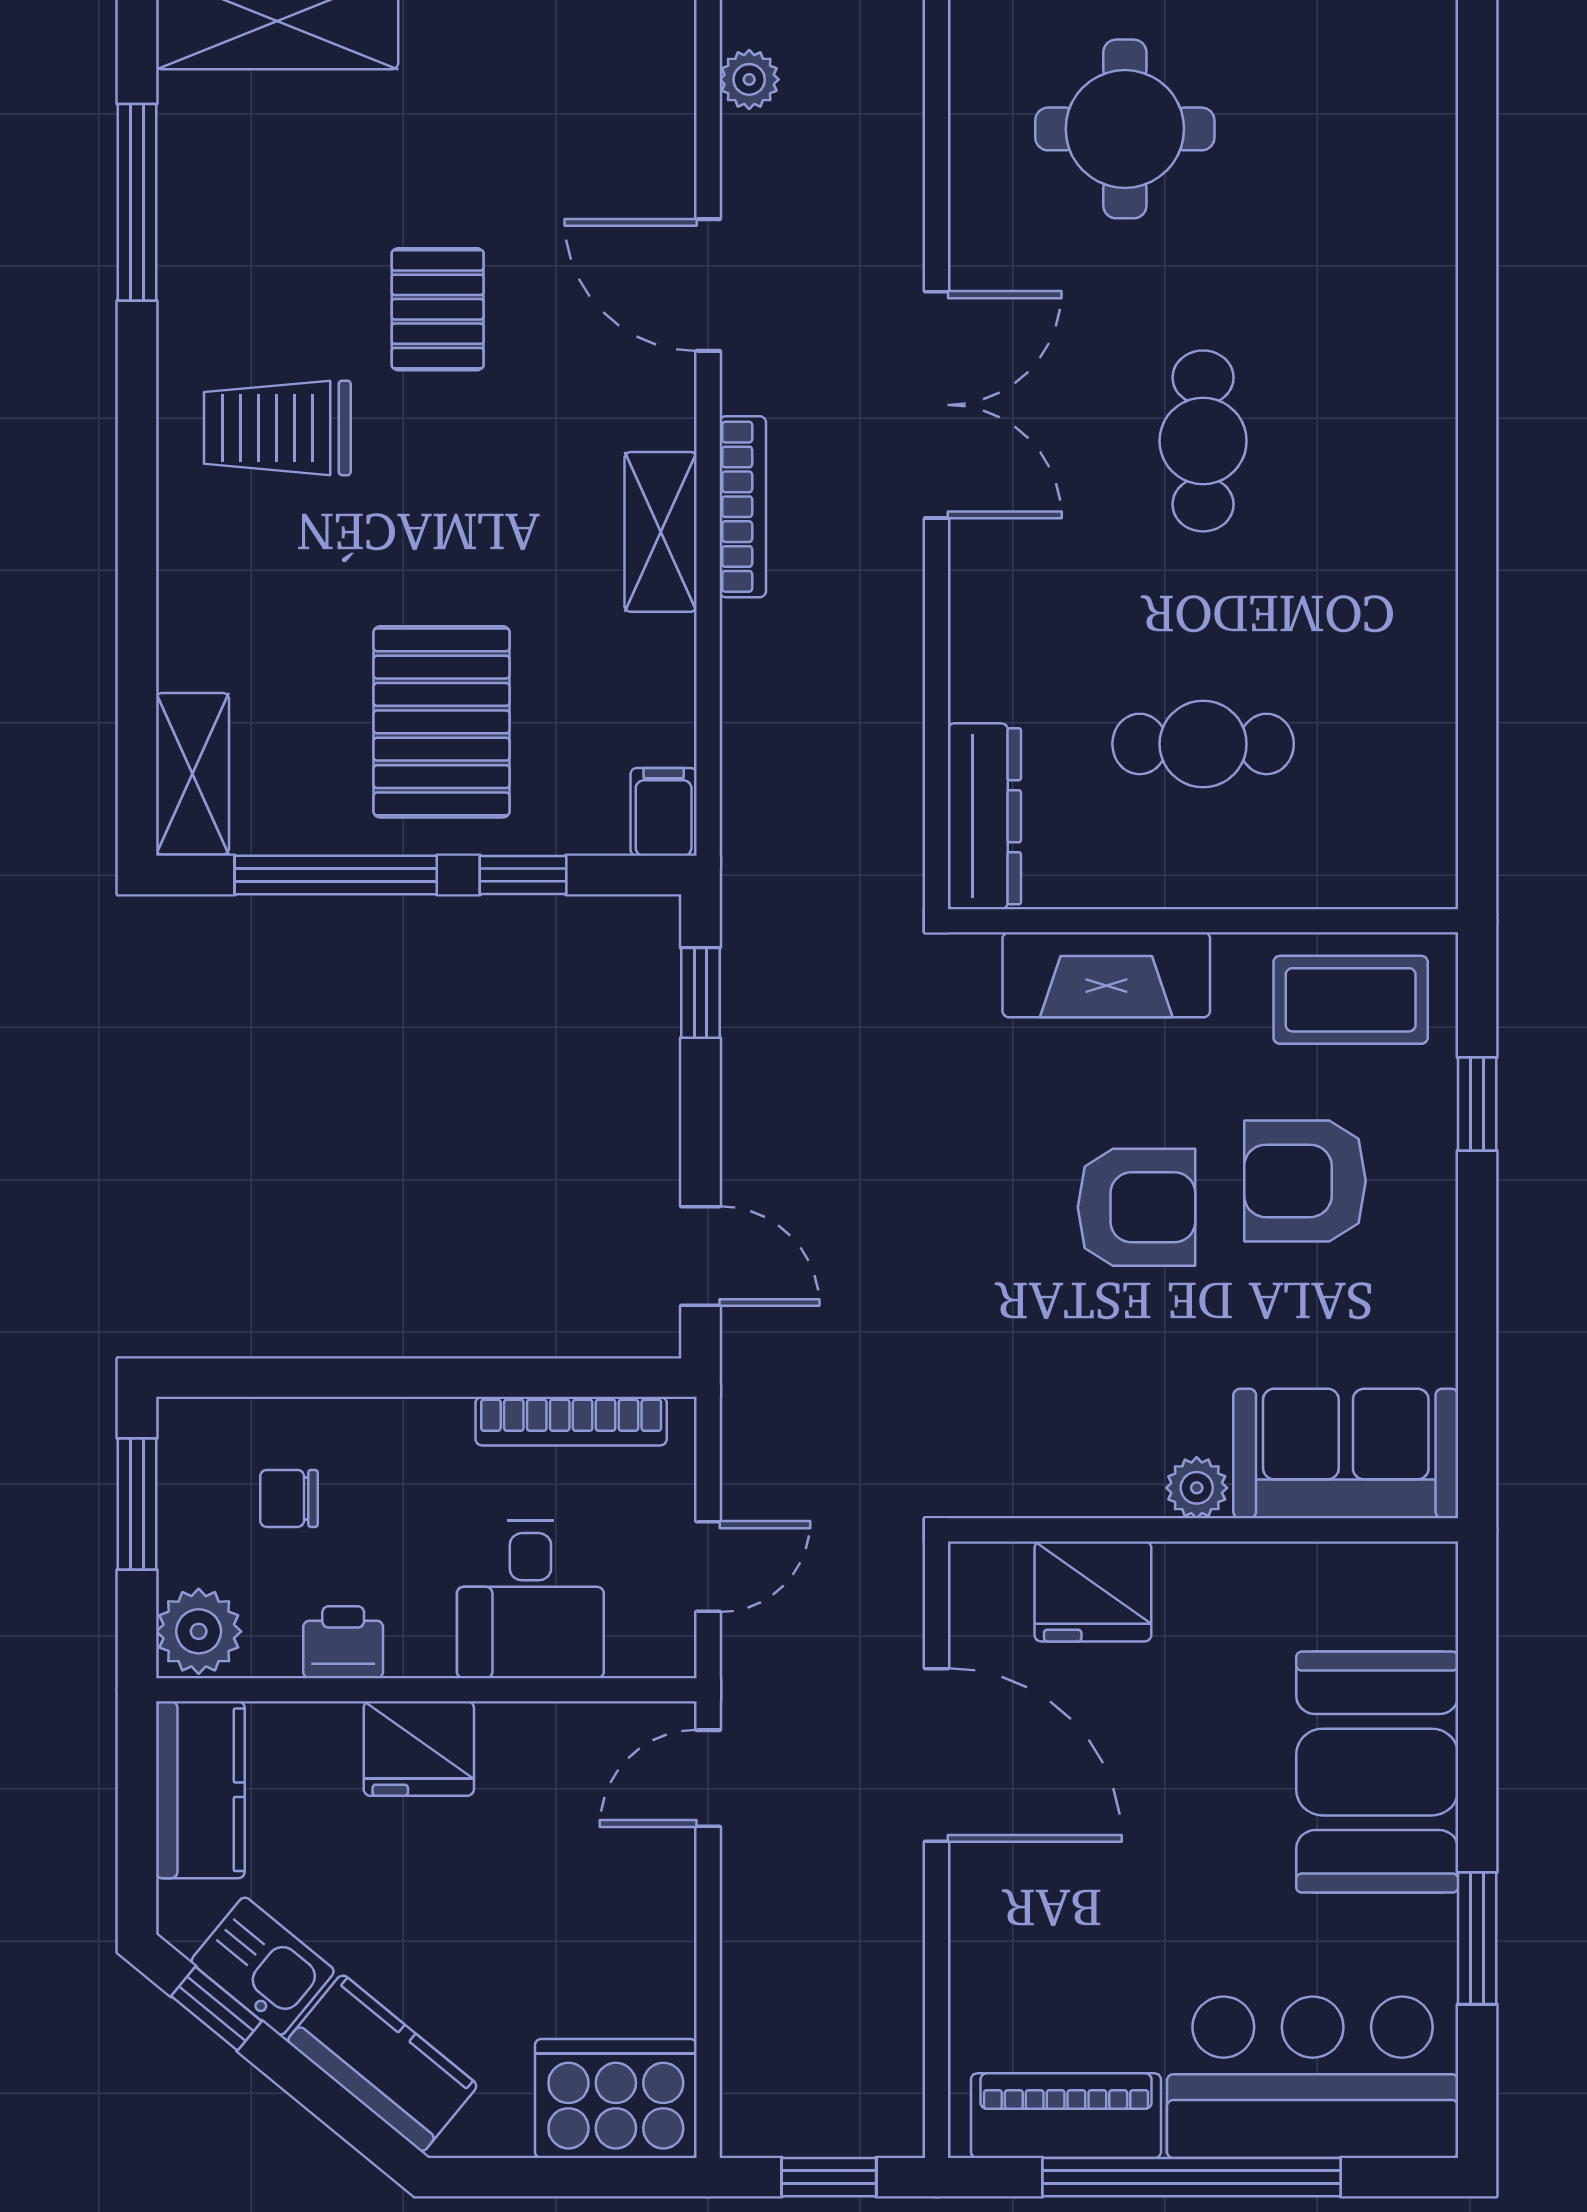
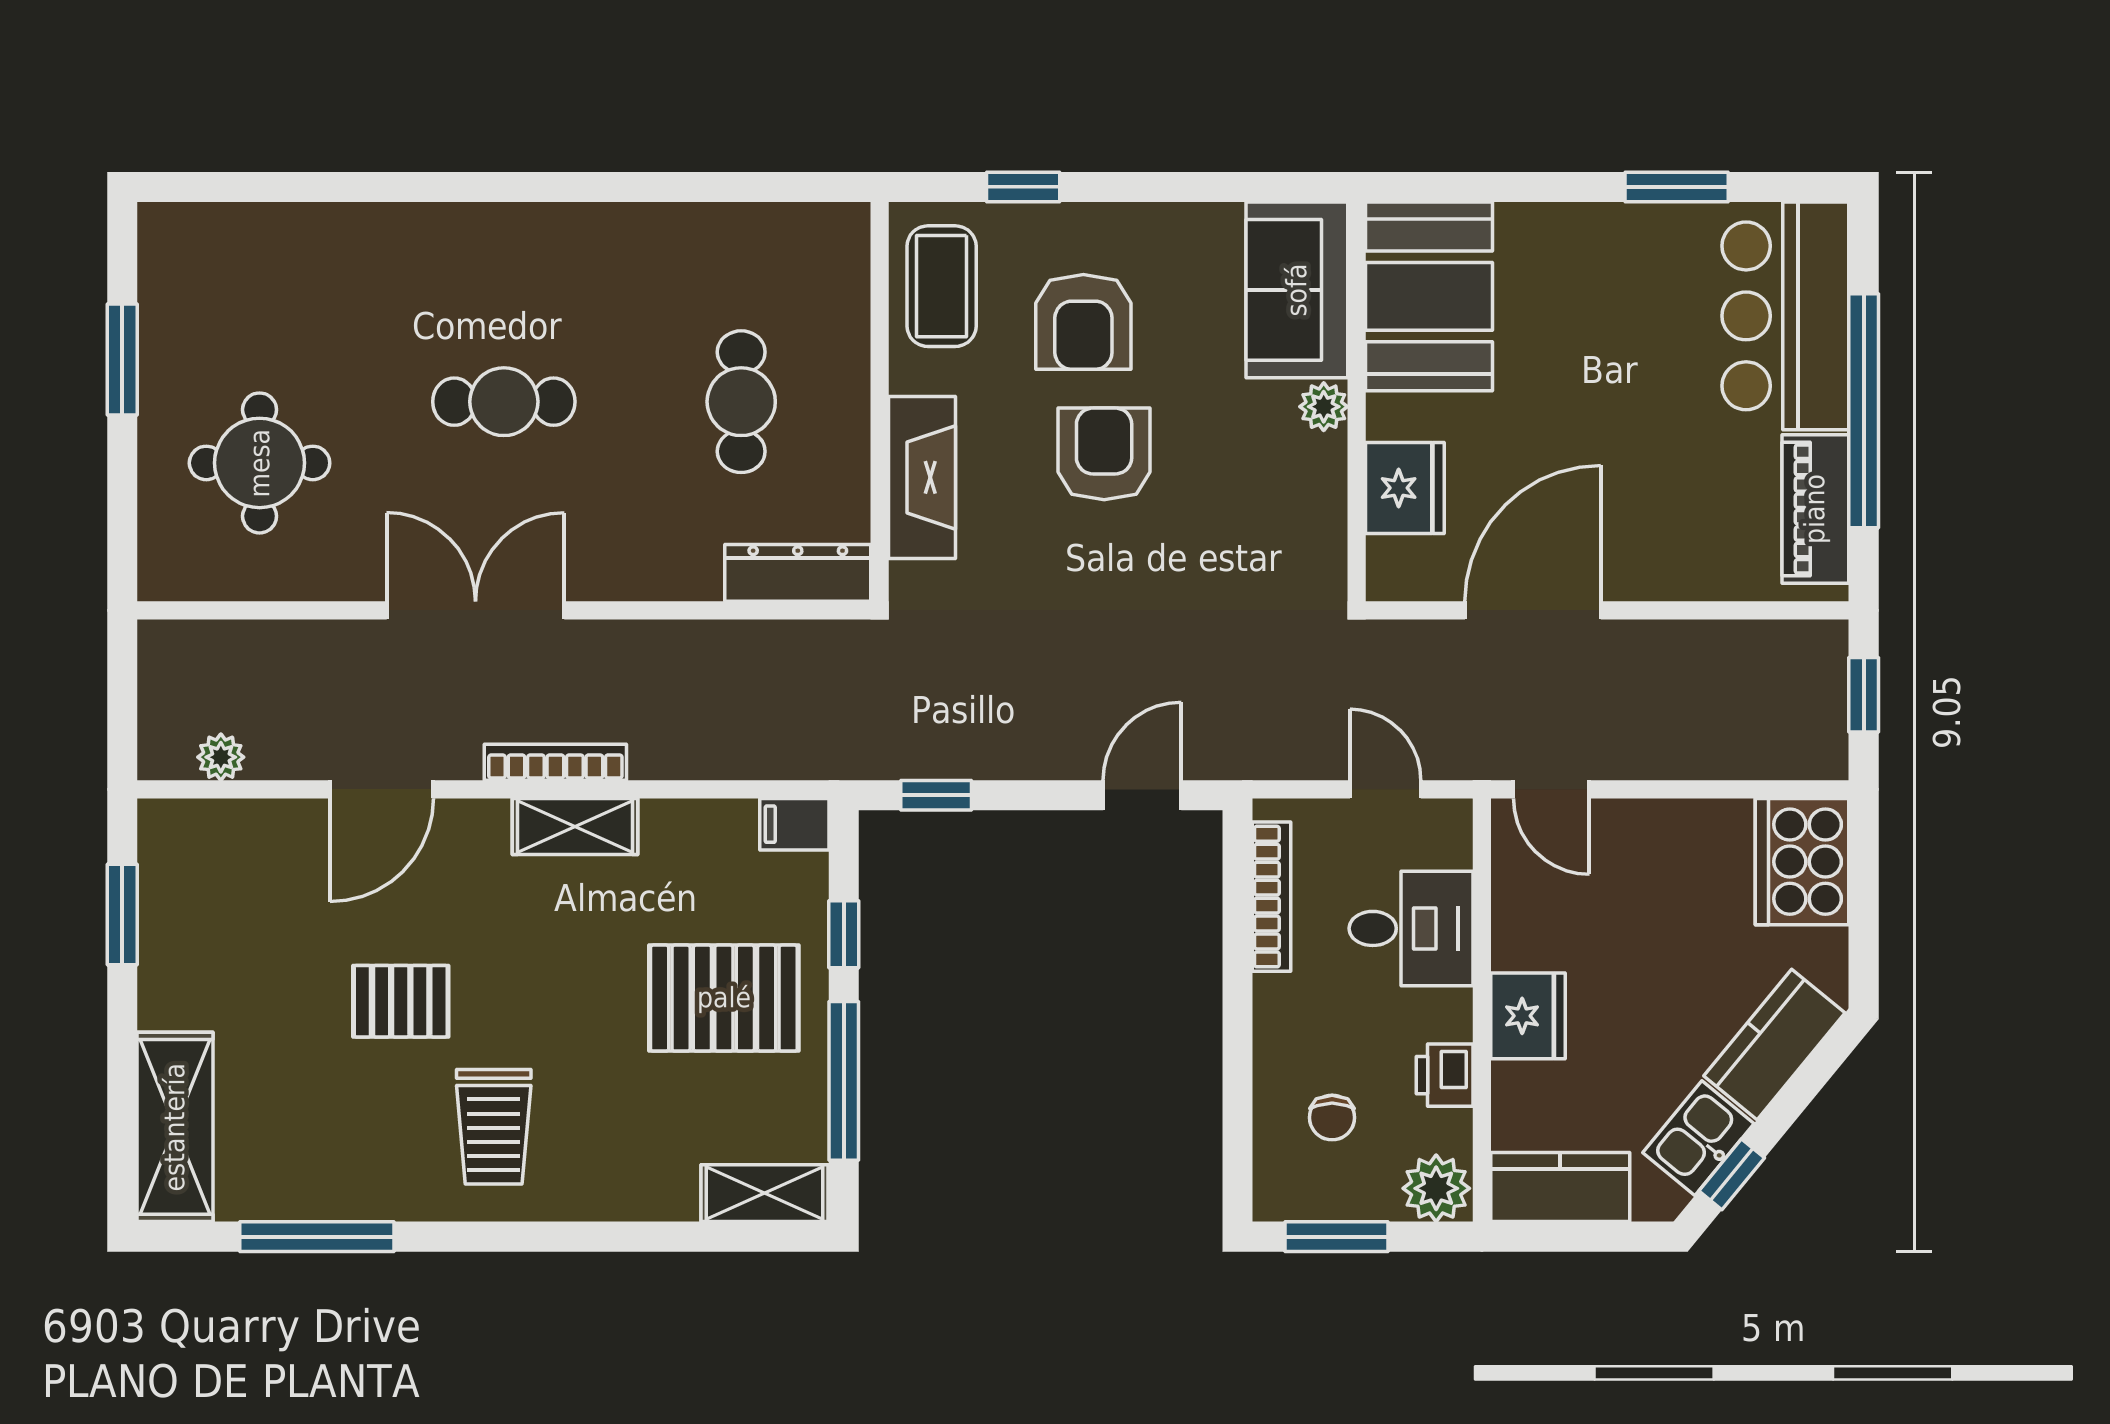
booth: (1377, 1772) -> (1429, 296), moved, turned 90

